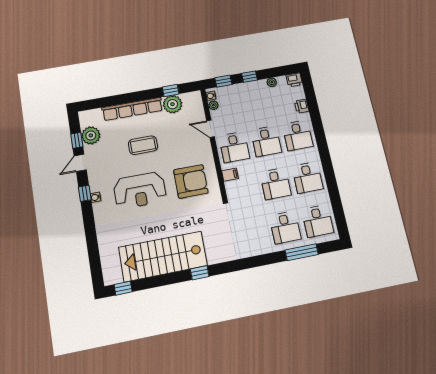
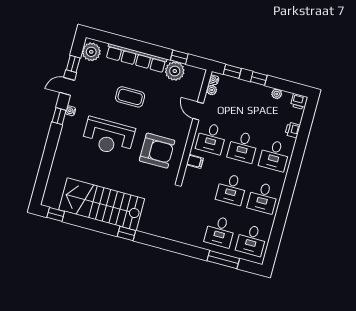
plant: (91, 135) -> (91, 52), moved
water cooler: (95, 197) -> (70, 111), moved

